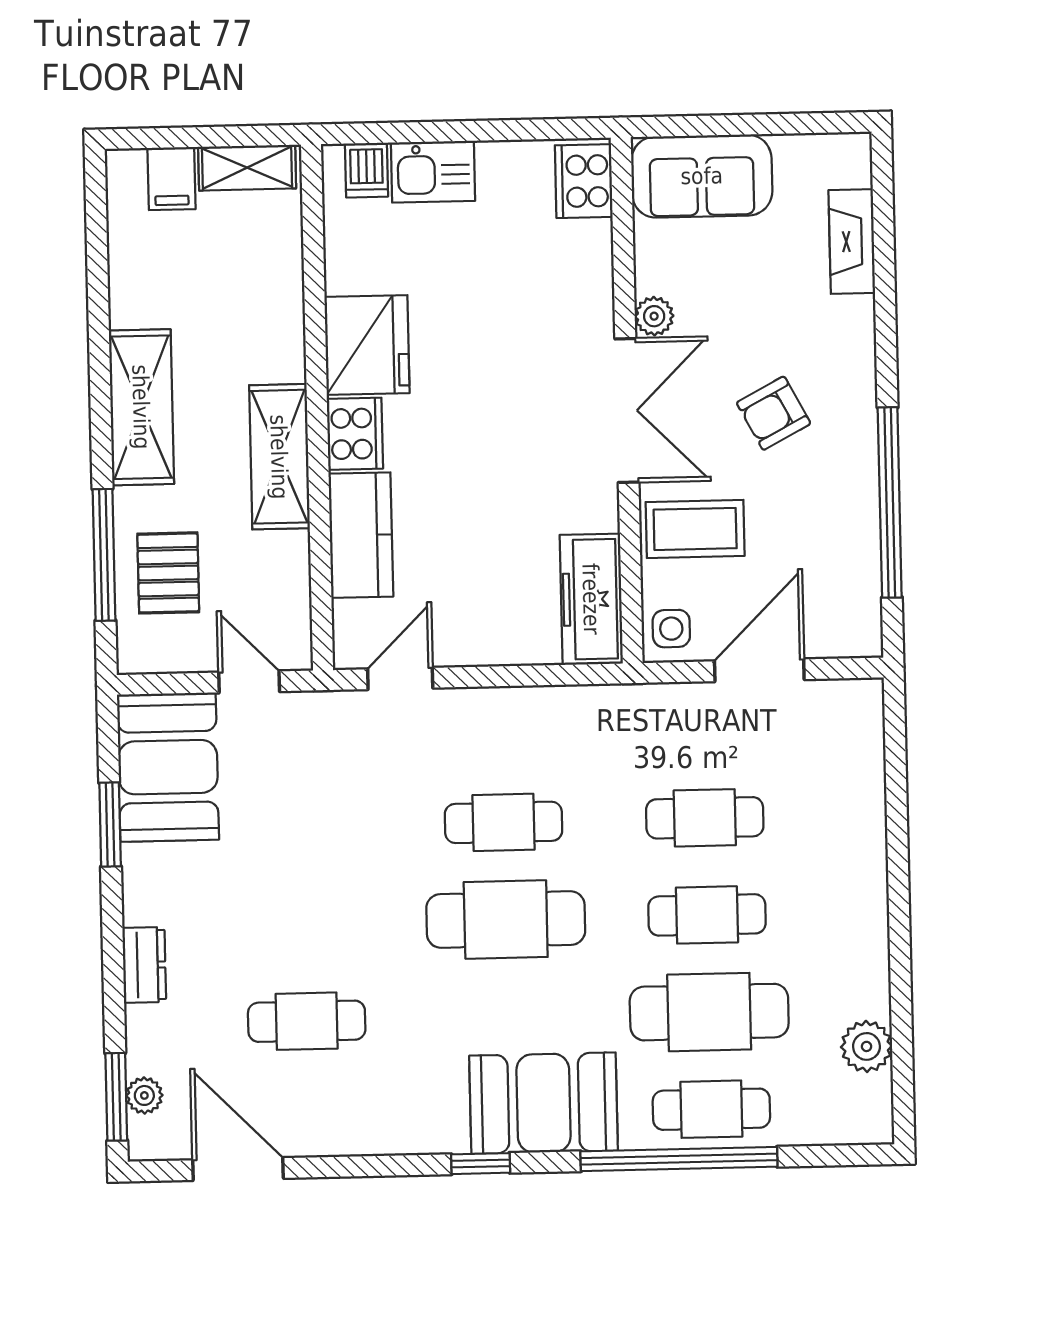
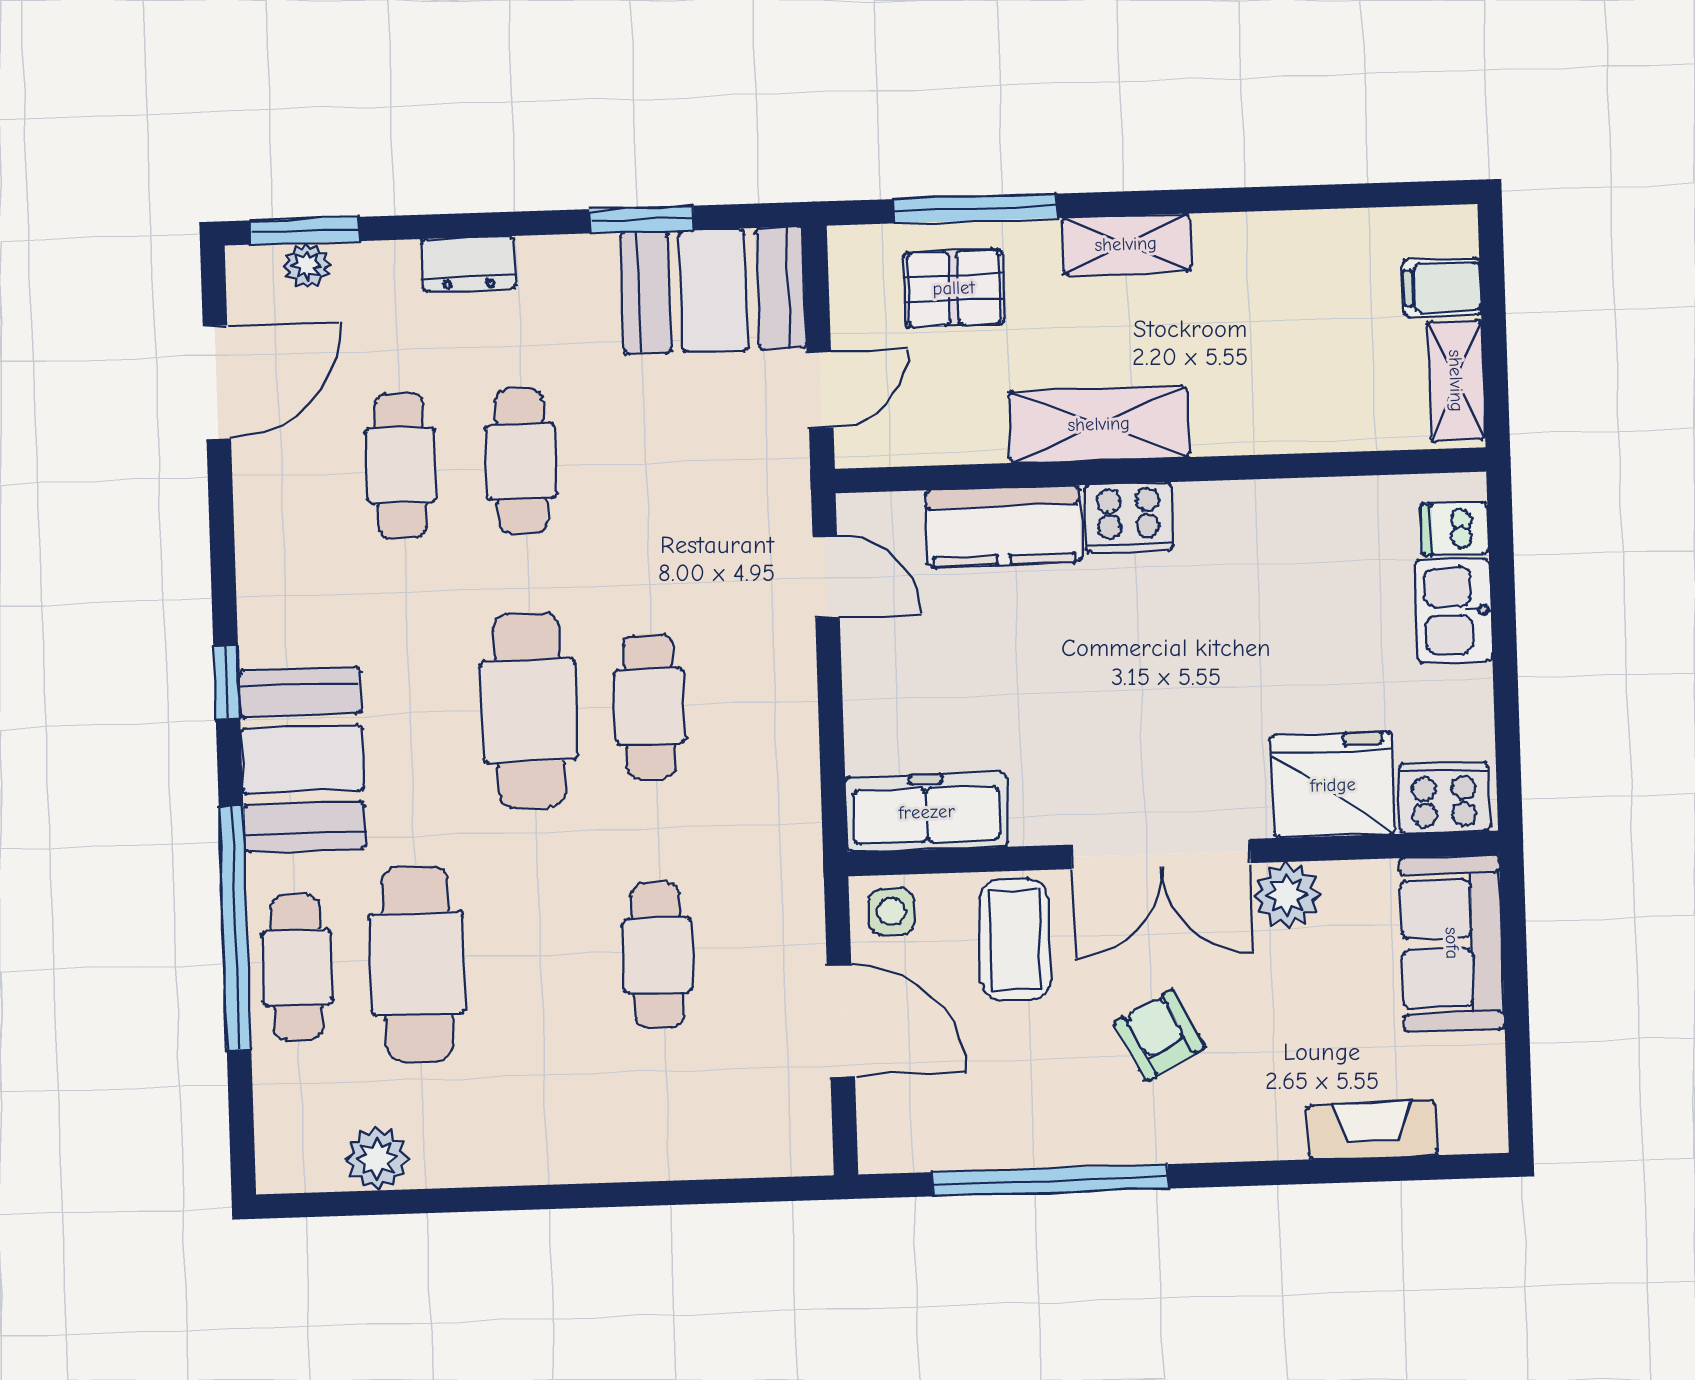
plant: (654, 316) -> (1287, 895), width x1.38, depth x1.38
fridge: (367, 345) -> (1333, 785), moved, turned 180
shelving: (141, 407) -> (1126, 244), width x0.67, depth x0.75
cafe table: (707, 915) -> (521, 461), moved

